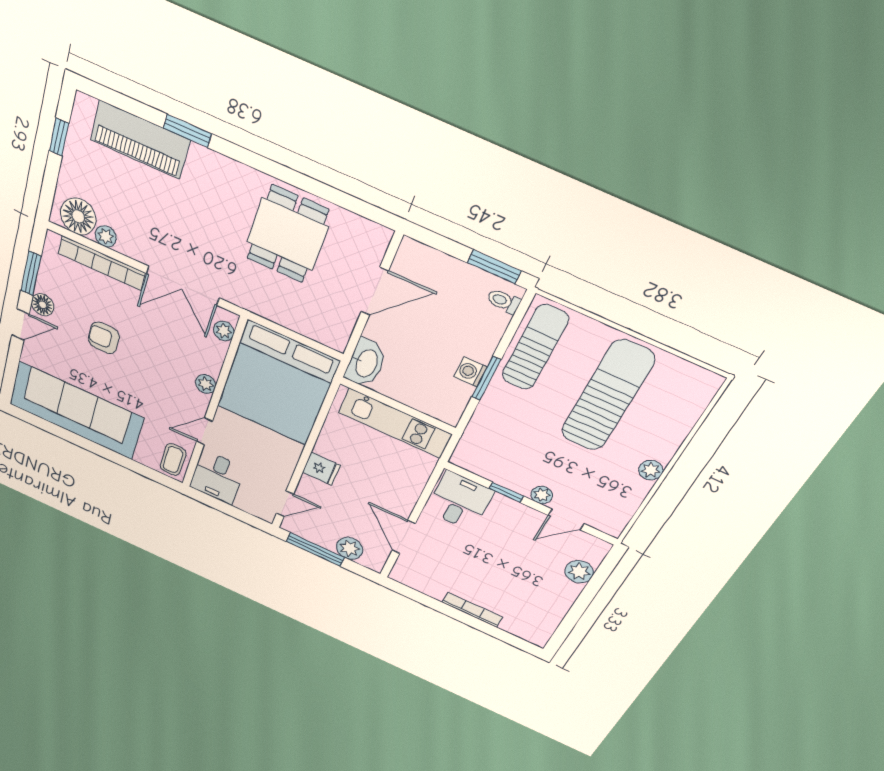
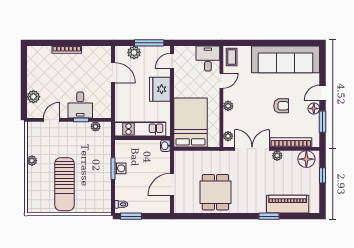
window: (59, 137) -> (323, 175), moved
plant: (106, 236) -> (277, 156), moved
sun lounger: (535, 348) -> (101, 191), removed
washbasin: (366, 363) -> (165, 146), width x0.52, depth x0.69
bed: (278, 384) -> (190, 122), width x0.73
fridge: (321, 469) -> (160, 89), width x1.88, depth x1.34
plant: (542, 495) -> (96, 126), moved
desk: (460, 501) -> (80, 105), moved

